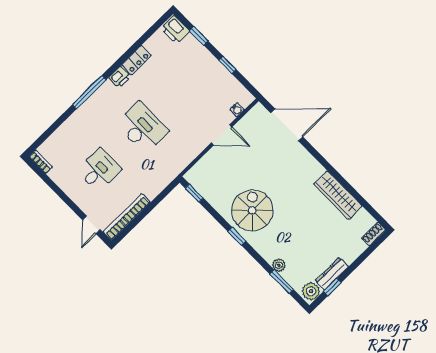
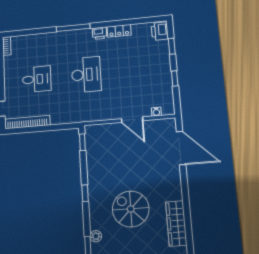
spiral stairs: (252, 210) -> (131, 209), moved, turned -90

